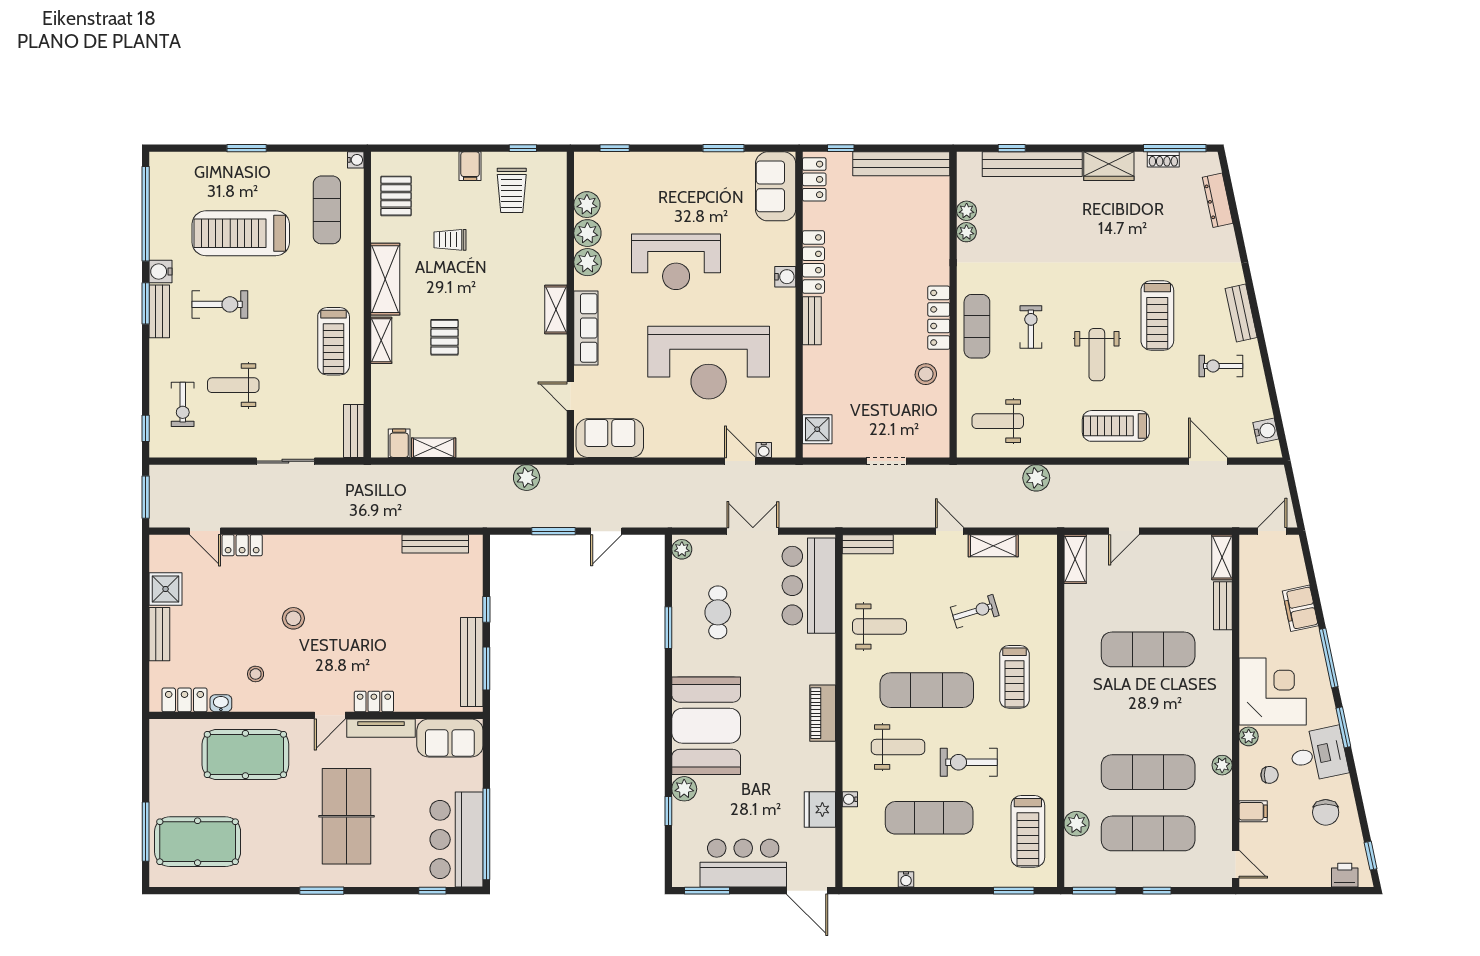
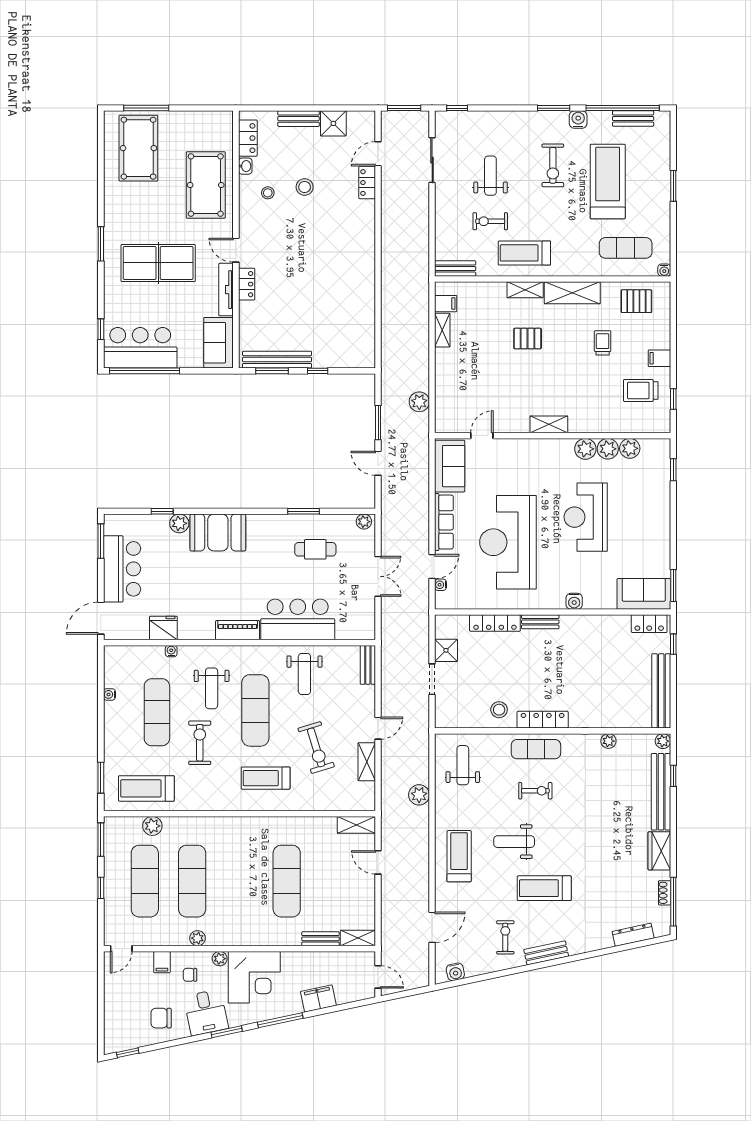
window: (723, 148) -> (673, 585), moved
plant: (967, 211) -> (663, 741), moved
locker: (813, 262) -> (495, 623), moved
bench: (159, 311) -> (633, 119), moved
row of seats: (586, 328) -> (444, 522), moved, turned -90
exercise bike: (183, 404) -> (490, 221), moved
shower: (817, 429) -> (446, 650), moved
sliding door: (285, 461) -> (432, 160), moved
bench: (435, 544) -> (368, 331), removed
bar counter: (809, 586) -> (298, 619), moved
exercise bike: (975, 611) -> (316, 747), width x1.38, depth x1.39
stool: (293, 618) -> (305, 187), moved
booth: (706, 726) -> (218, 532), width x0.73, depth x0.70
chair: (1270, 775) -> (190, 975), turned 90
printer: (1345, 875) -> (113, 1033), removed

